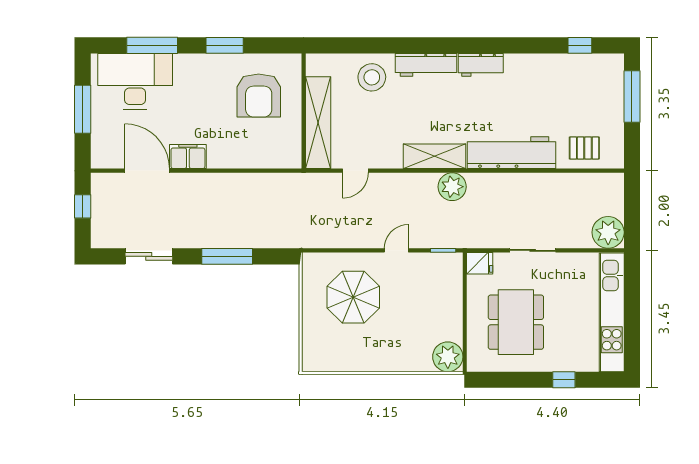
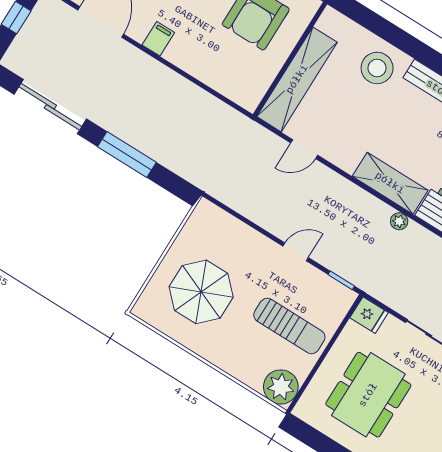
filing cabinet: (188, 157) -> (158, 39), width x0.50
plant: (452, 187) -> (399, 221), width x0.53, depth x0.53
sliding door: (149, 256) -> (50, 107), width x1.37
parasol: (353, 297) -> (201, 292), moved
sun lounger: (426, 308) -> (289, 326), added

